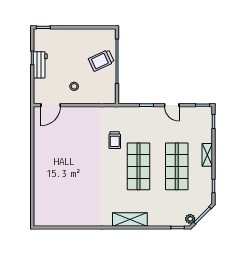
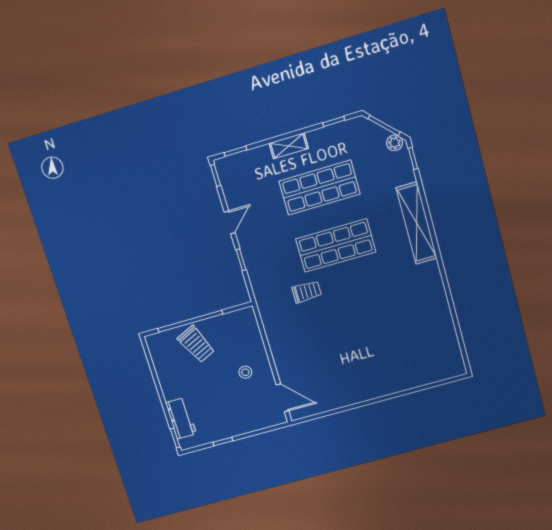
workbench: (40, 65) -> (181, 418), moved, turned 90
shelving: (130, 219) -> (417, 223), width x1.47

